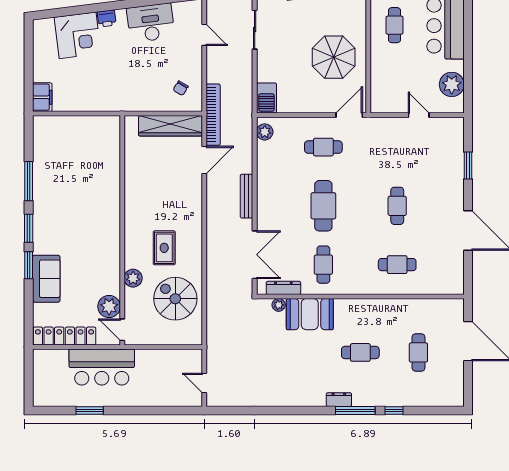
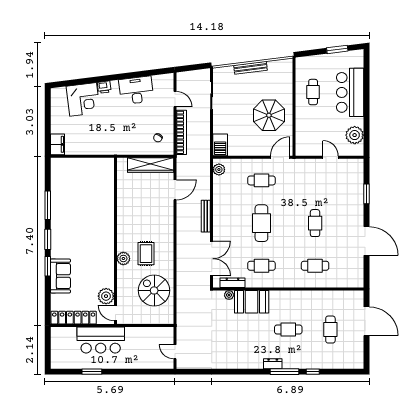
bookcase: (213, 115) -> (181, 132), moved
cafe table: (323, 265) -> (261, 266), turned 90
plant: (133, 278) -> (123, 258), moved

